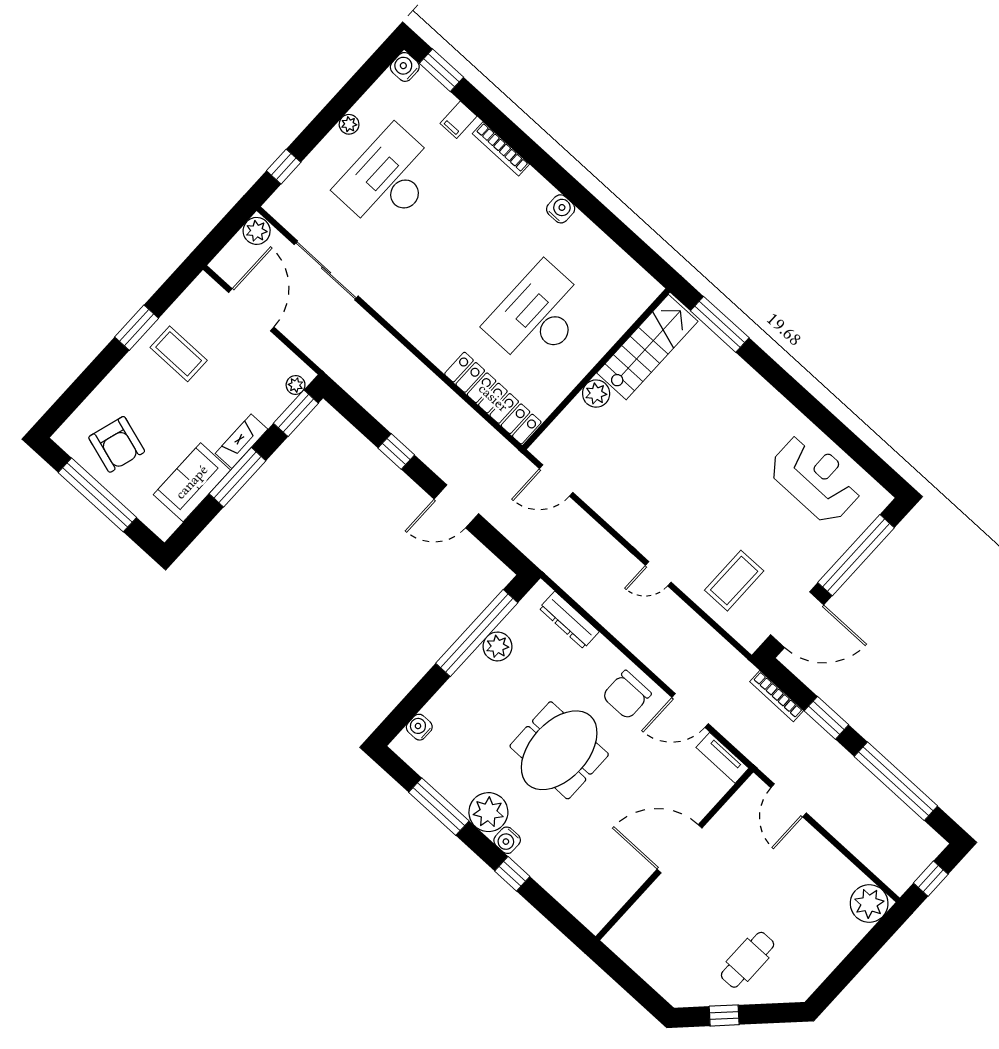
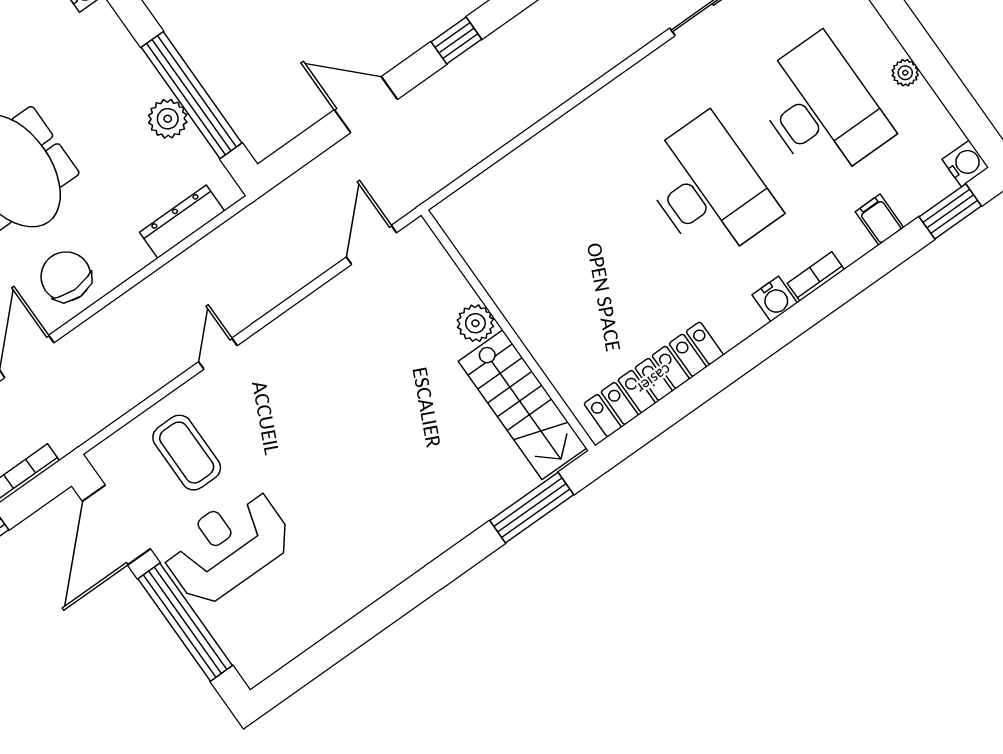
bookcase: (501, 149) -> (816, 276), width x0.64
water cooler: (561, 209) -> (775, 299), moved
desk: (538, 316) -> (708, 189), moved
locker: (493, 398) -> (654, 379), moved, turned 180
reception desk: (815, 478) -> (227, 546), moved, turned 180
door: (456, 506) -> (366, 105), hinge flipped

